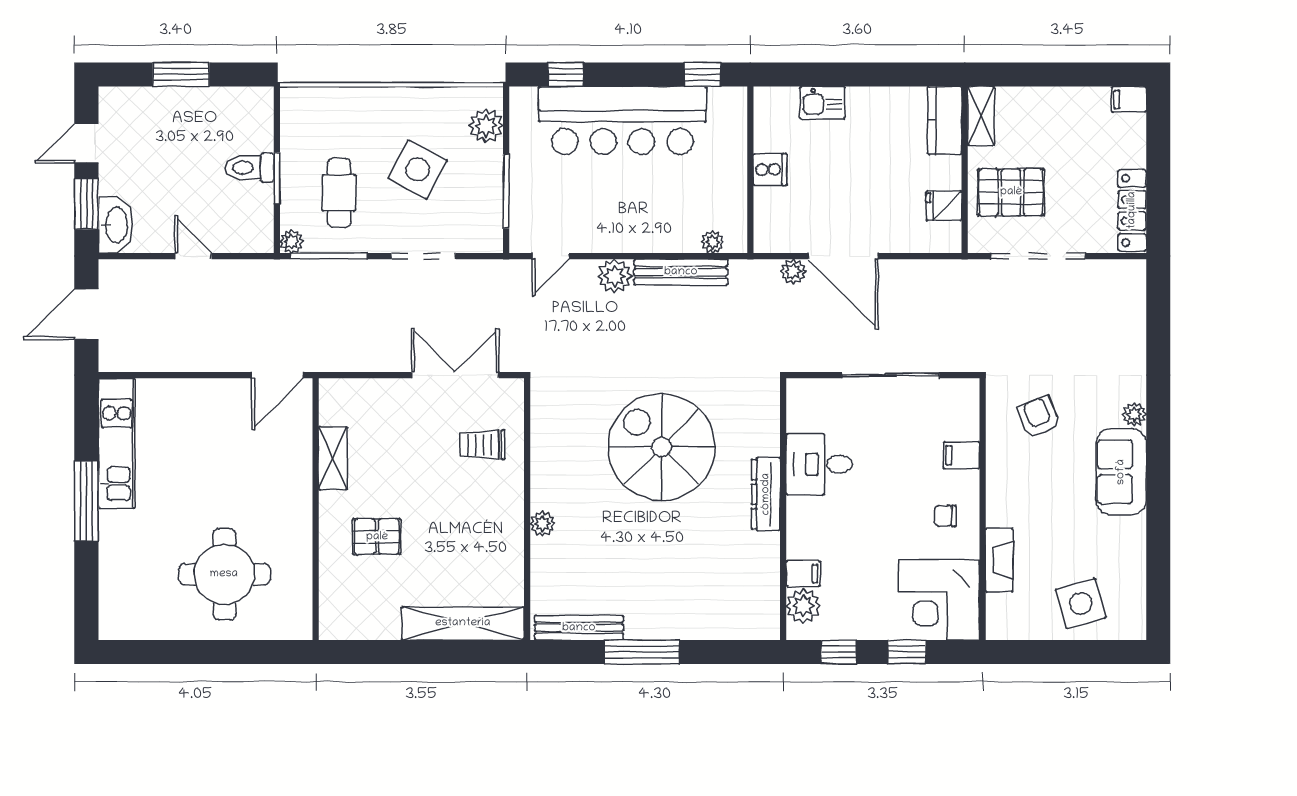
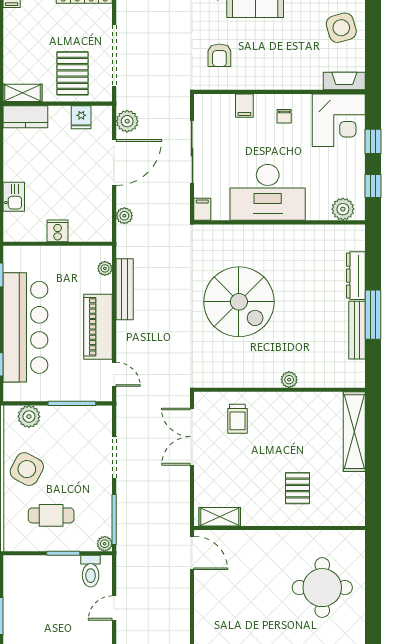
toilet: (250, 168) -> (91, 571), moved
side table: (418, 169) -> (27, 469), moved
cafe table: (339, 193) -> (51, 515), moved
piano: (623, 231) -> (98, 327), added
door: (843, 256) -> (114, 163), moved
plant: (615, 276) -> (127, 121), moved
armchair: (1039, 417) -> (219, 55), turned -68
spiral stairs: (662, 447) -> (239, 302), turned -90
shelving: (333, 458) -> (220, 517), moved
desk: (819, 464) -> (268, 192), width x1.87, depth x1.30
dresser: (766, 494) -> (356, 276), moved, turned 90
fireplace: (999, 560) -> (344, 81), moved
filing cabinet: (803, 574) -> (202, 209), moved
bench: (579, 628) -> (357, 330), moved

